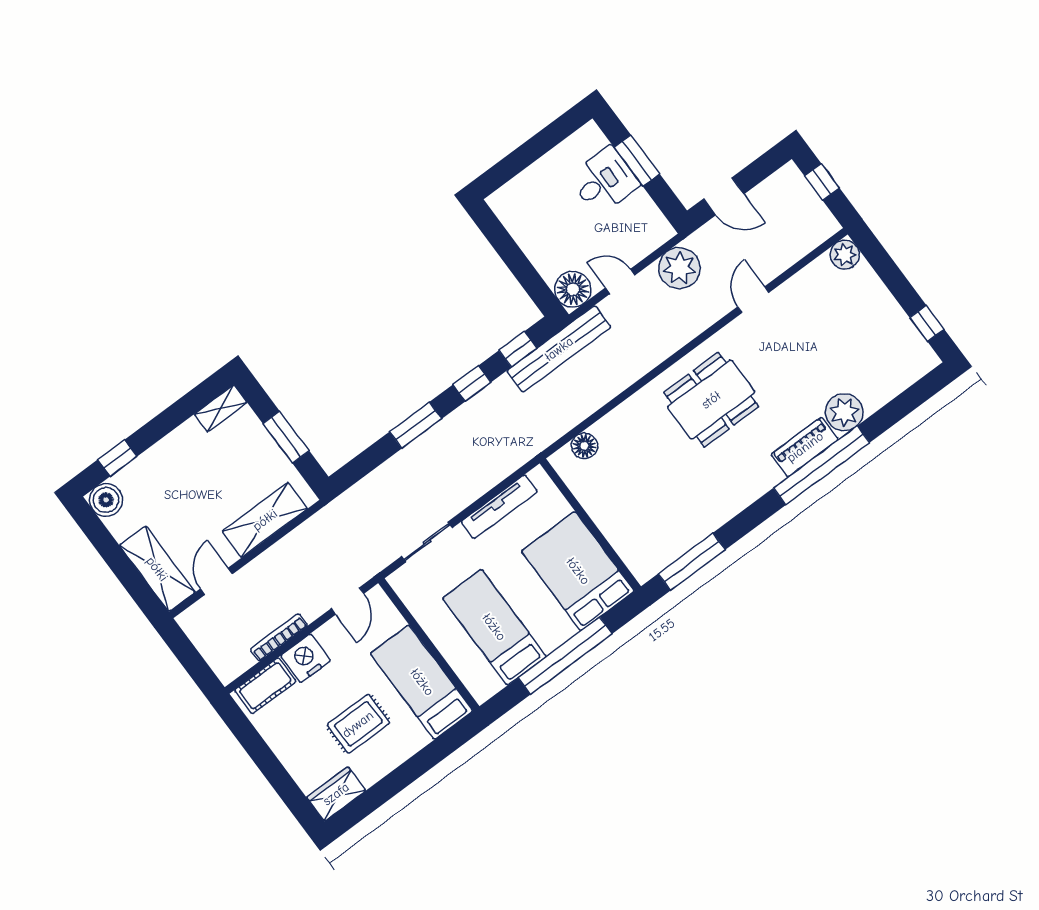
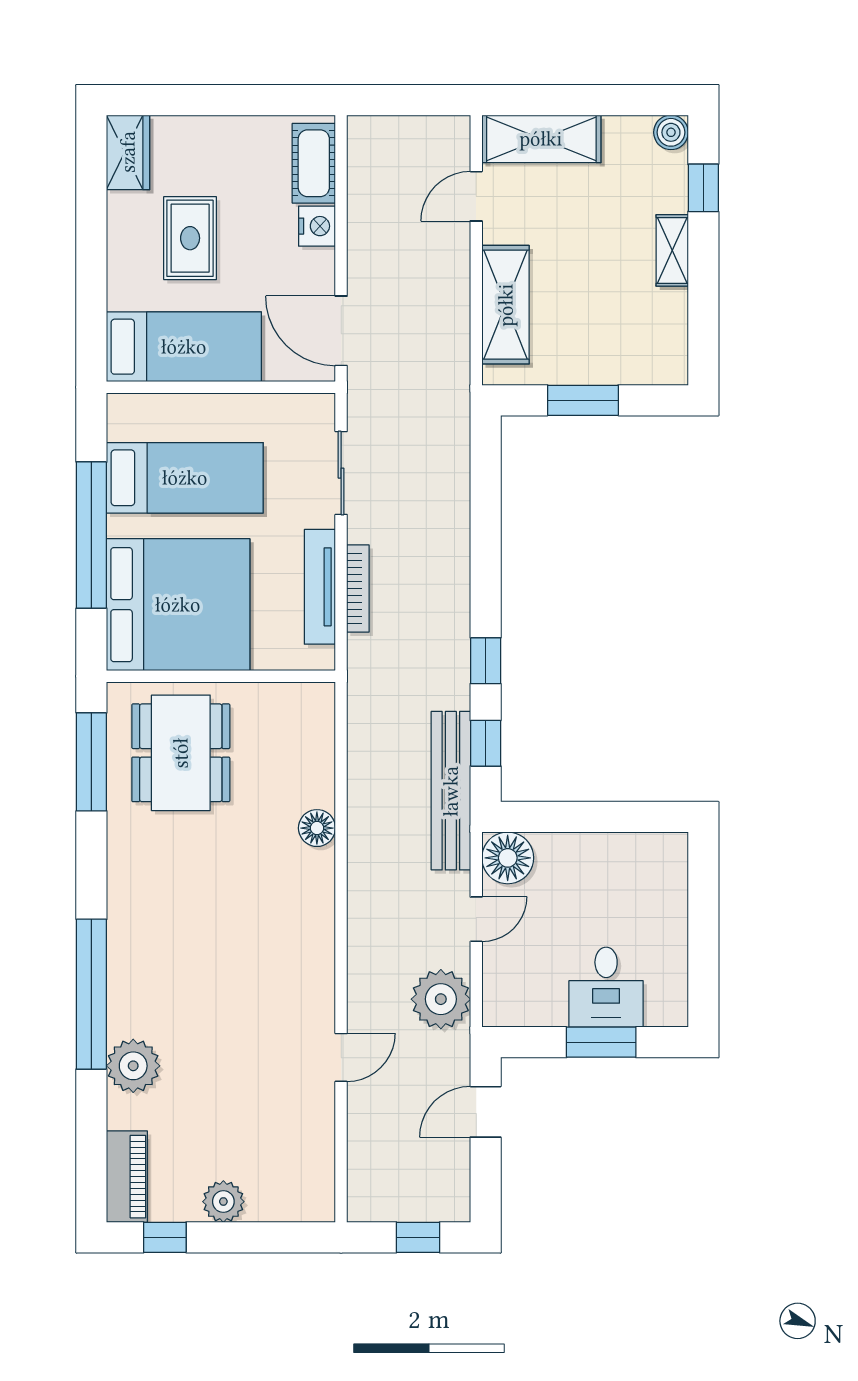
plant: (845, 255) -> (223, 1202), moved
door: (753, 300) -> (341, 1057), hinge flipped
dining table: (711, 400) -> (181, 753), moved
shelving: (221, 408) -> (672, 250), moved
window: (416, 425) -> (486, 560), removed
floor lamp: (584, 446) -> (317, 828), moved
piano: (805, 447) -> (127, 1177), moved
boiler: (106, 500) -> (671, 132), width x0.73, depth x0.73
bed: (578, 571) -> (178, 605), width x1.36
door: (216, 581) -> (476, 196), swing flipped
door: (348, 601) -> (341, 331), width x1.38
bookcase: (279, 637) -> (358, 588), moved
nightstand: (306, 658) -> (317, 226), width x0.74, depth x0.75

